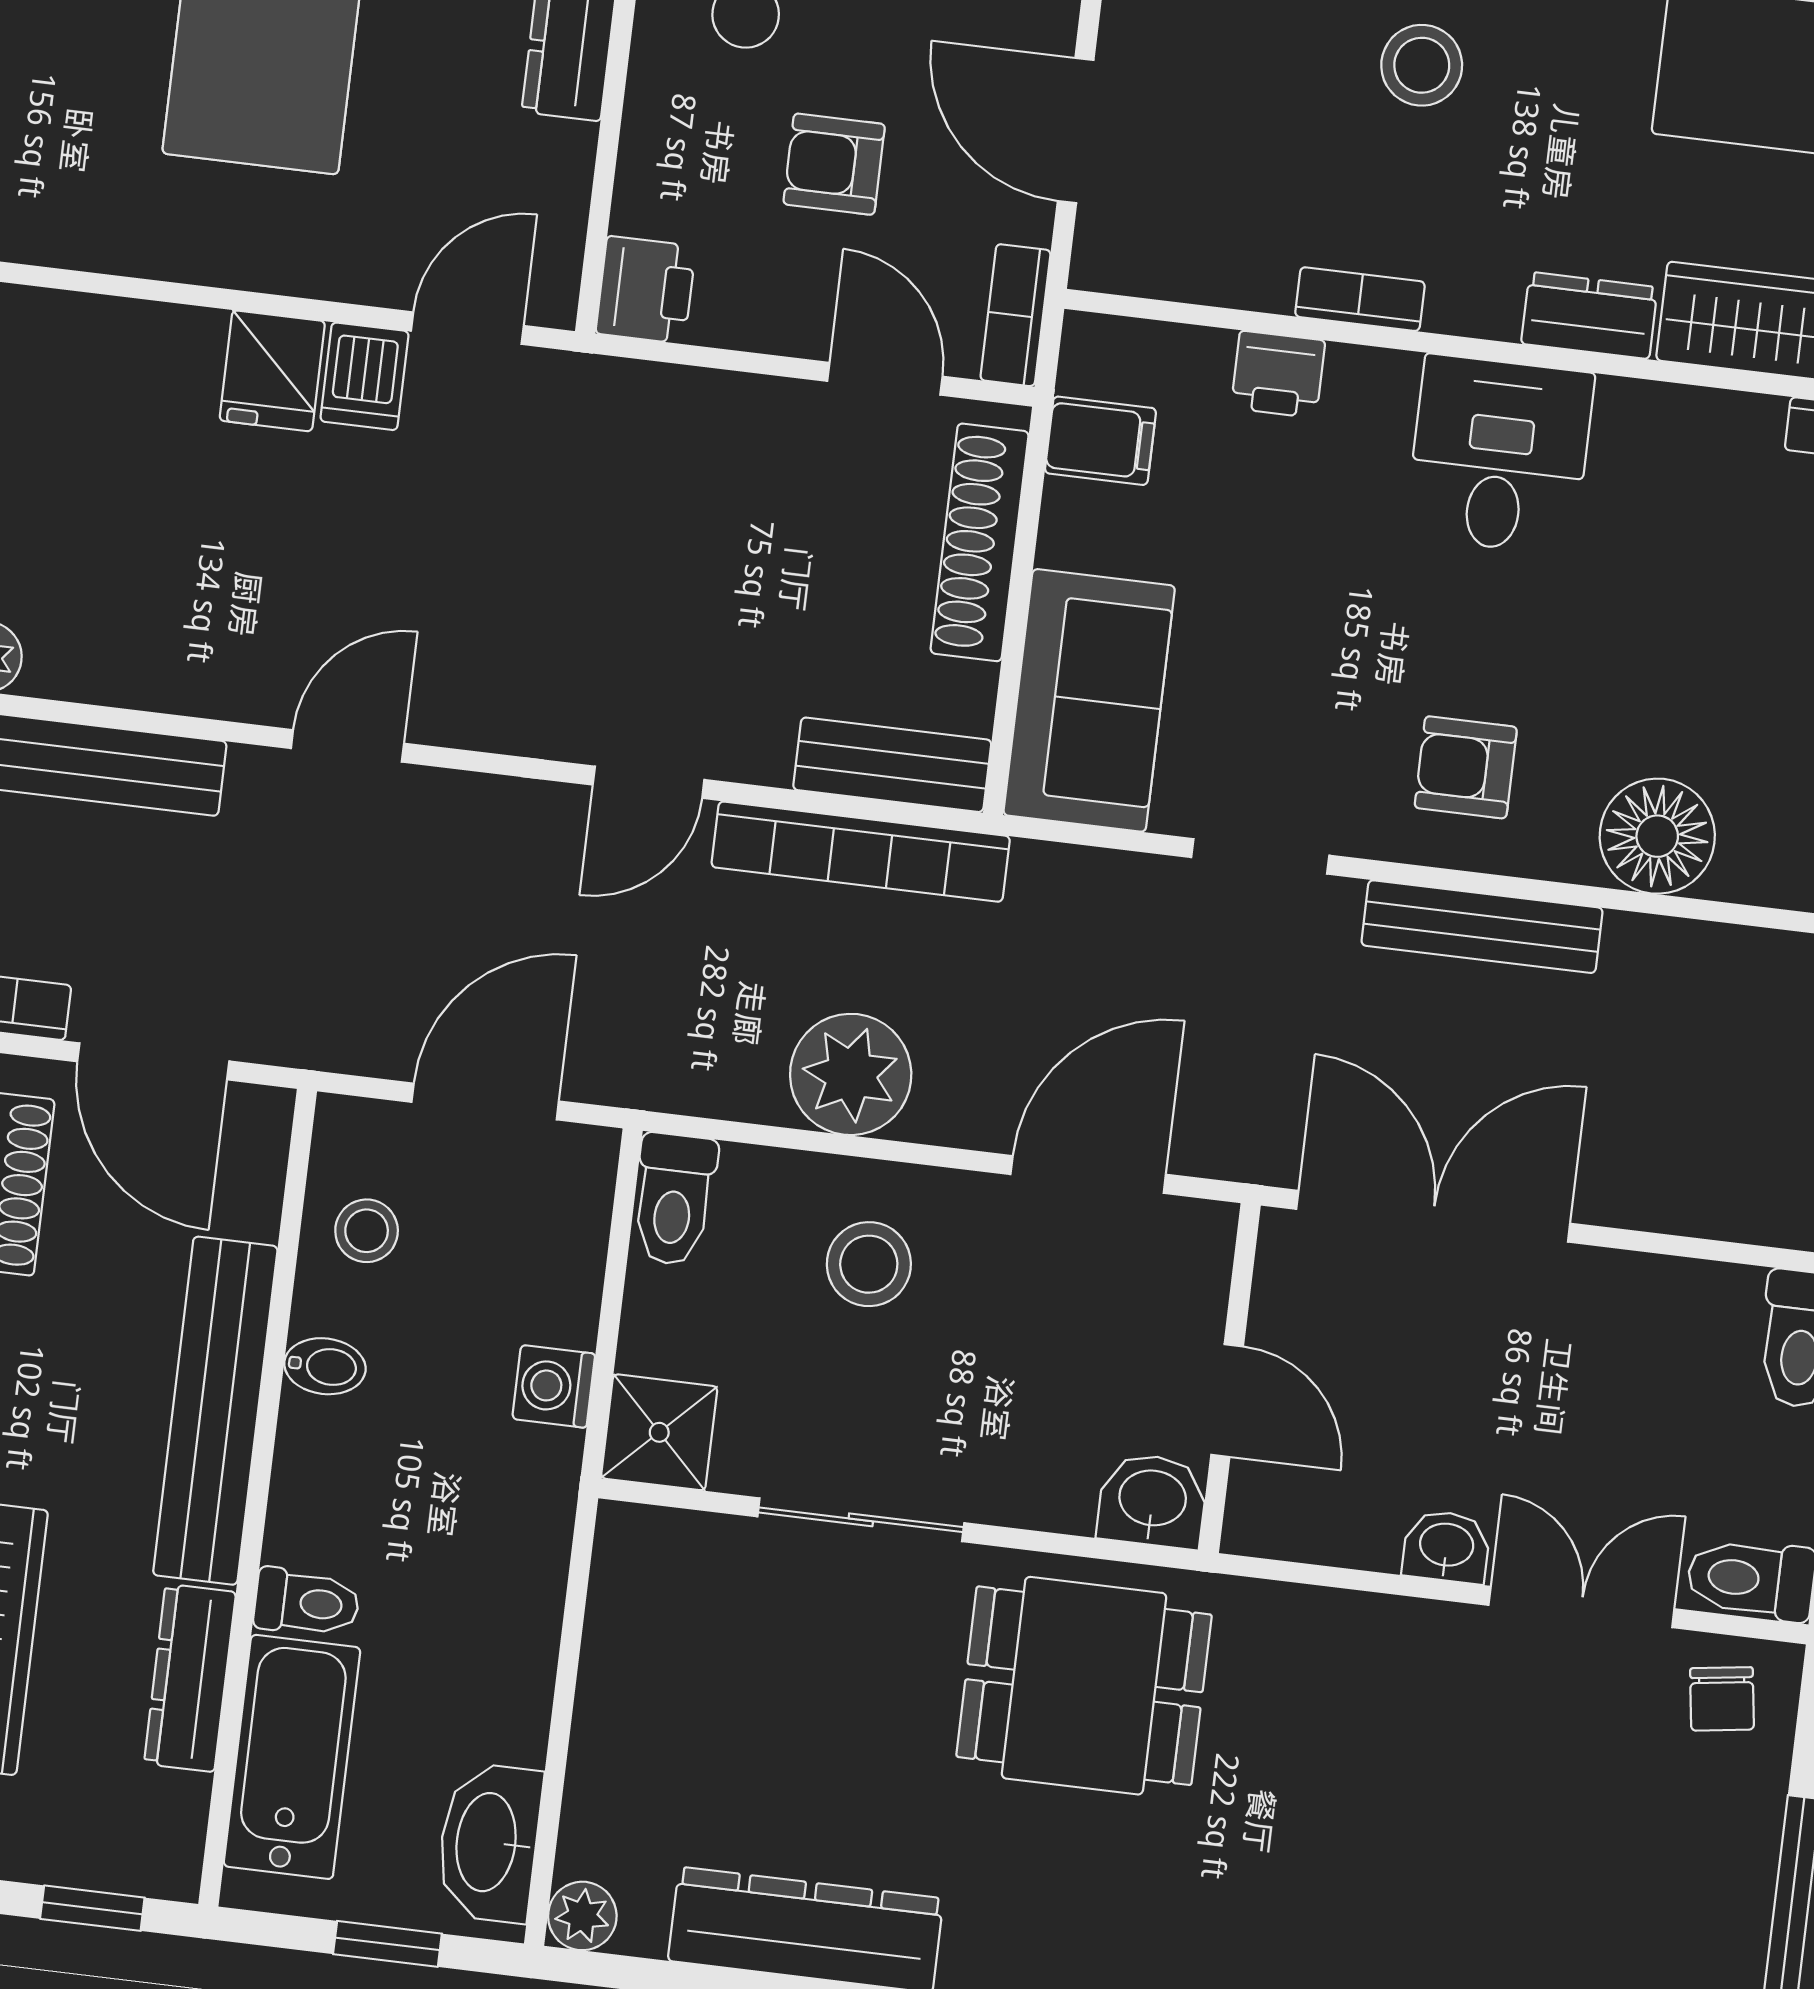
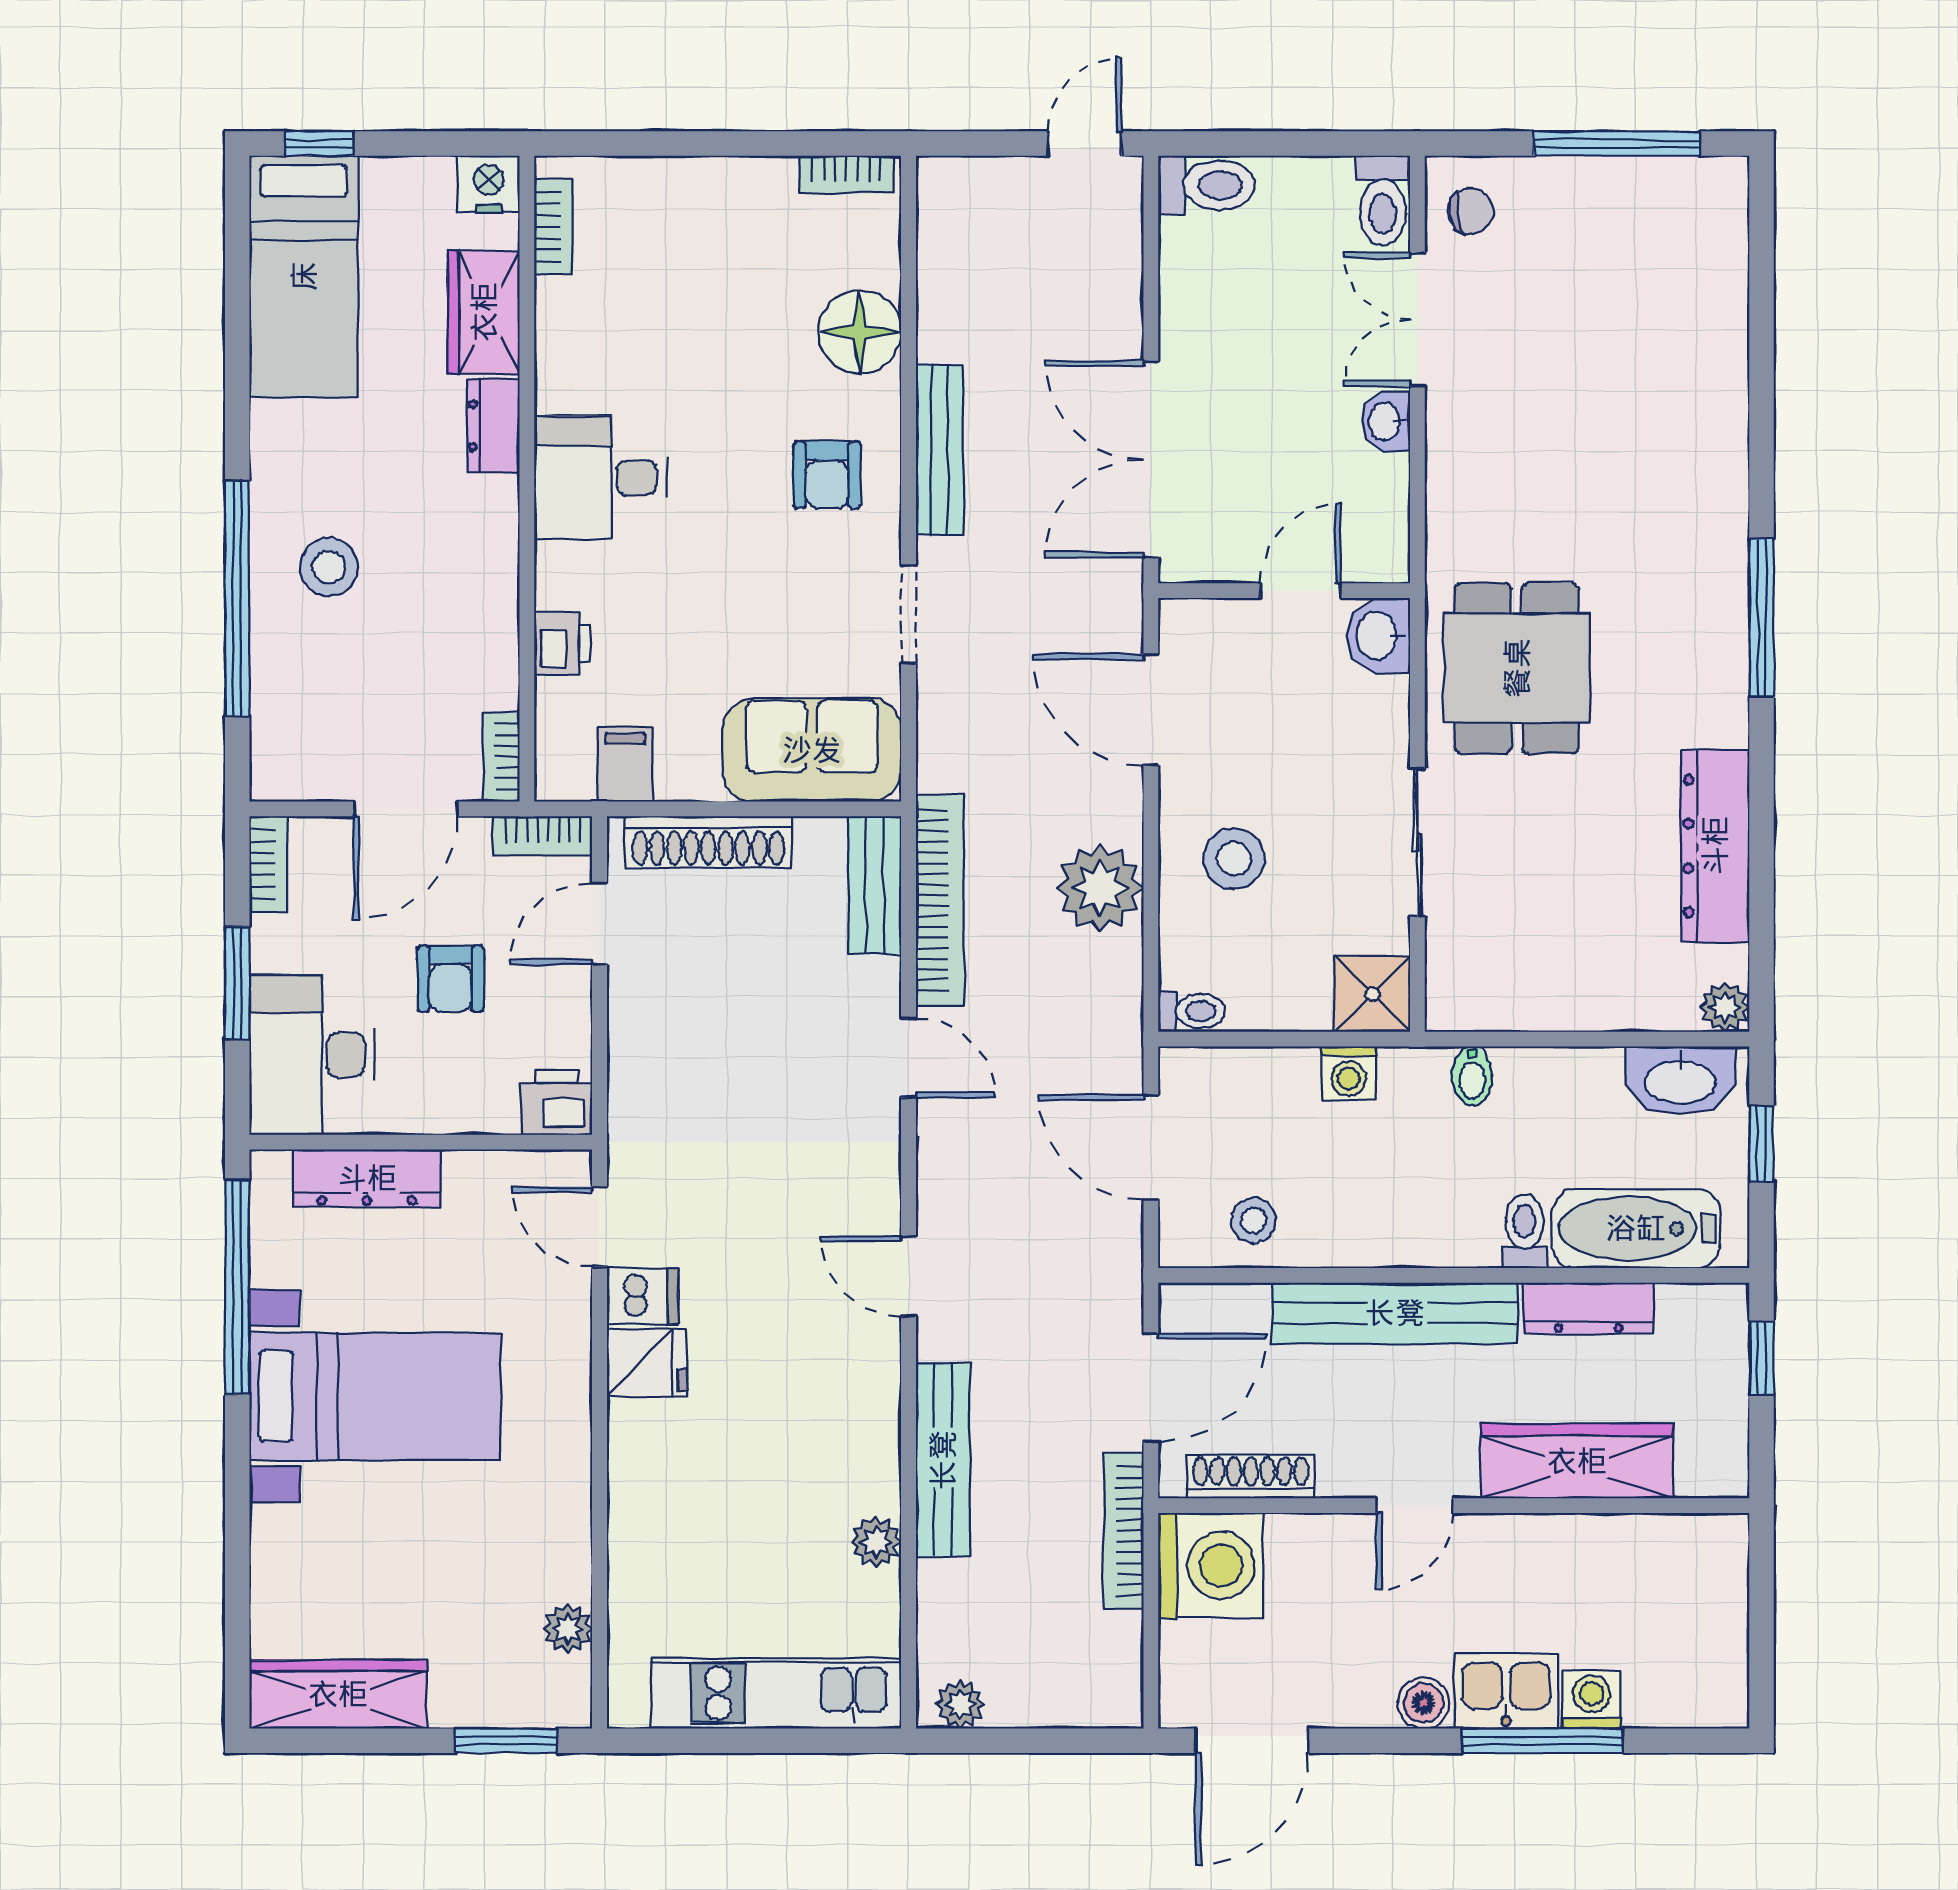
bookcase: (1360, 299) -> (501, 756), moved
toilet: (674, 1199) -> (1192, 1011), width x0.73, depth x0.72
bidet: (325, 1366) -> (1472, 1076), moved, turned 180

